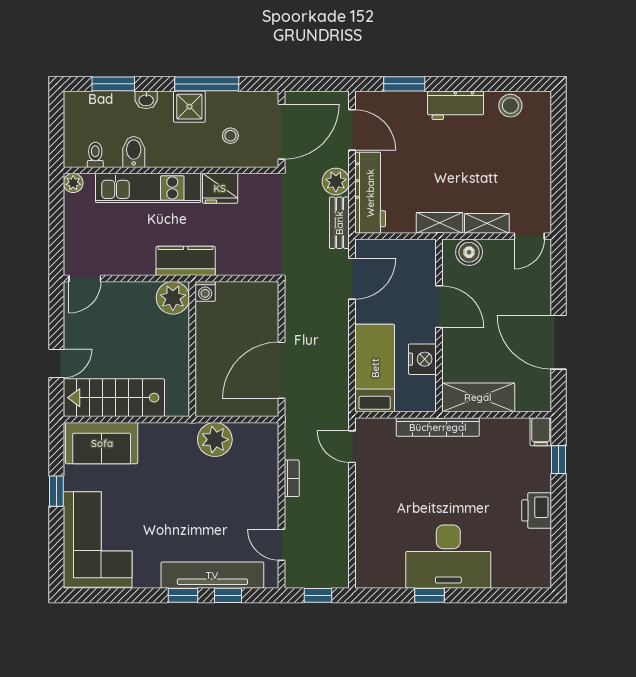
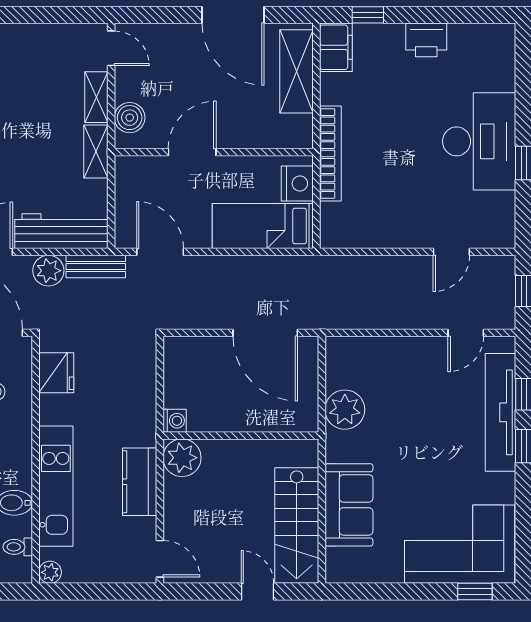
fridge: (220, 188) -> (56, 373), moved
kitchen counter: (186, 261) -> (140, 482), moved
door: (558, 342) -> (233, 15), hinge flipped
nightstand: (422, 359) -> (297, 184), moved, turned 90
shelving: (478, 397) -> (296, 71), moved
filing cabinet: (541, 432) -> (336, 47), width x2.00
sofa: (102, 443) -> (349, 505), moved
door: (352, 447) -> (451, 252), moved
bookcase: (292, 478) -> (389, 321), removed
window: (56, 491) -> (475, 592), moved

